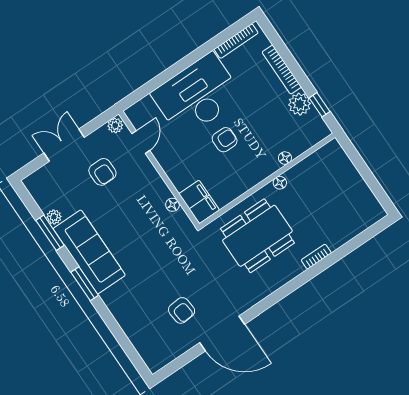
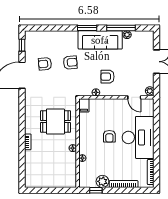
armchair: (102, 172) -> (108, 77), moved
filing cabinet: (199, 202) -> (84, 105), width x0.50
window: (50, 233) -> (121, 28), width x1.44
dining table: (257, 236) -> (55, 121), width x0.73
armchair: (154, 274) -> (70, 62), added
window: (177, 364) -> (22, 45), added

